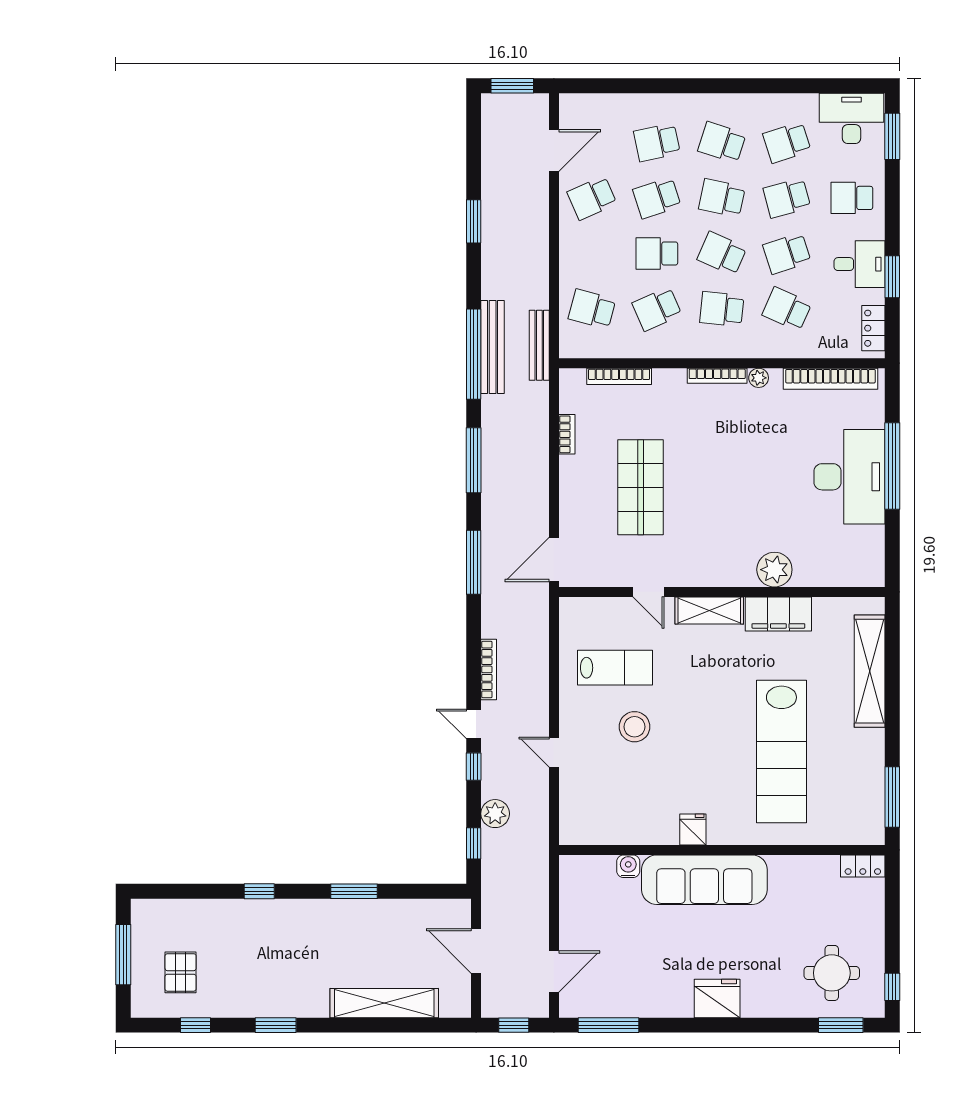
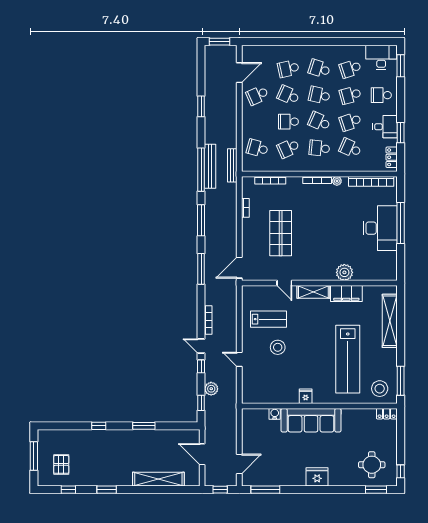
school desk: (657, 198) -> (288, 95), turned 42
stool: (848, 813) -> (380, 389), added

